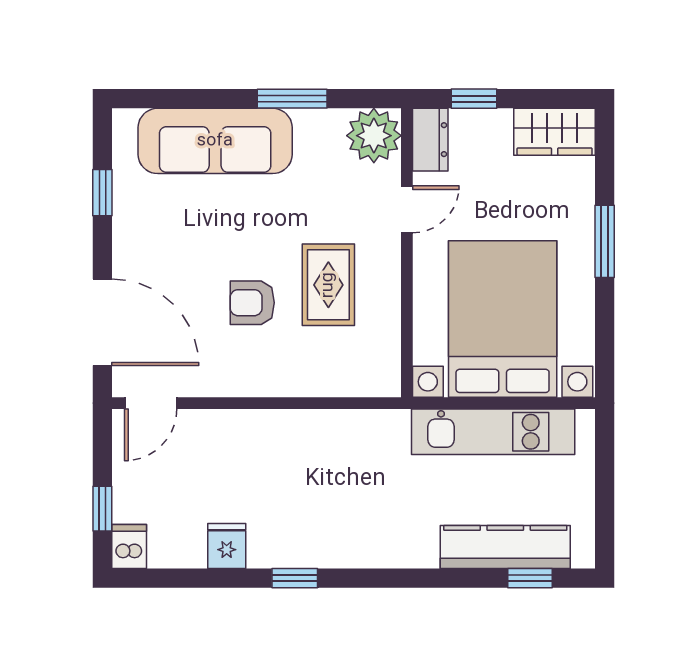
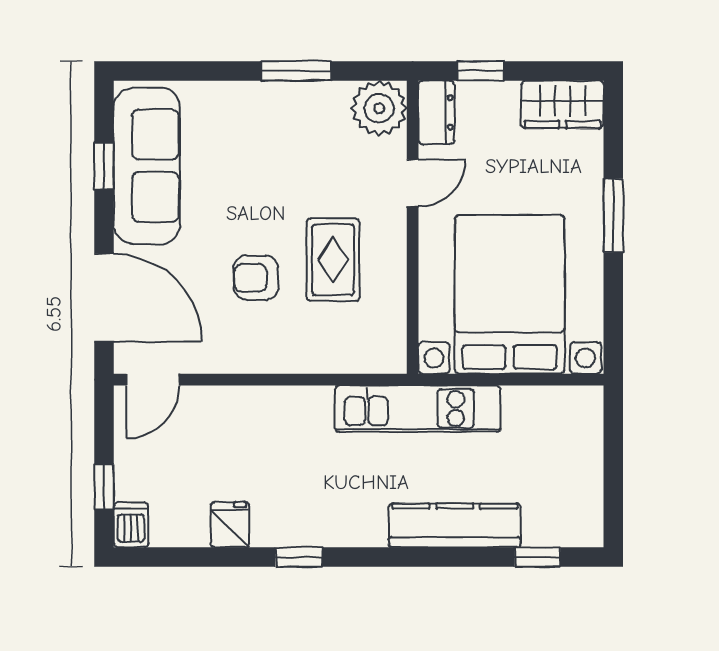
sofa: (215, 141) -> (147, 166), moved, turned -90
kitchen unit: (493, 432) -> (418, 409), moved
kitchen counter: (505, 547) -> (455, 525), moved

